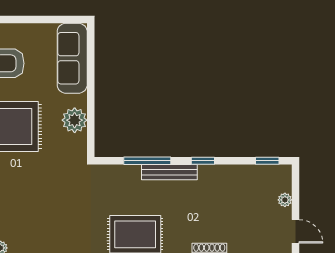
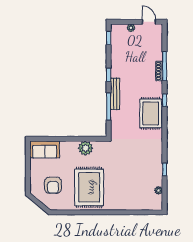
sofa: (72, 58) -> (45, 149), width x0.73
door: (295, 231) -> (149, 22), hinge flipped

